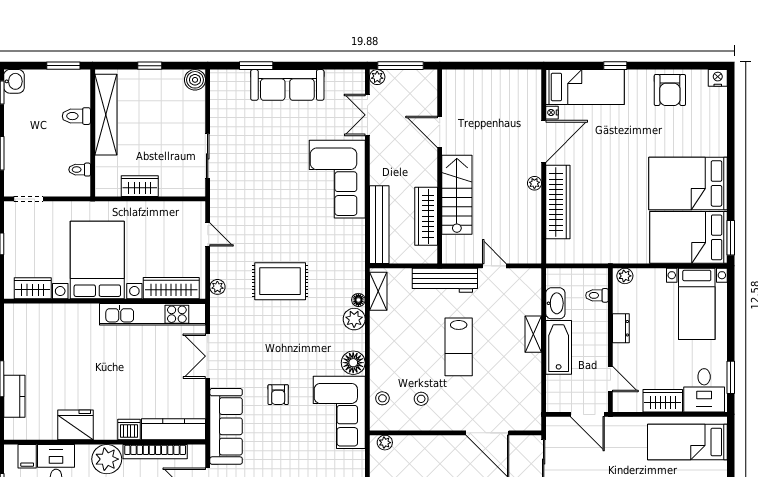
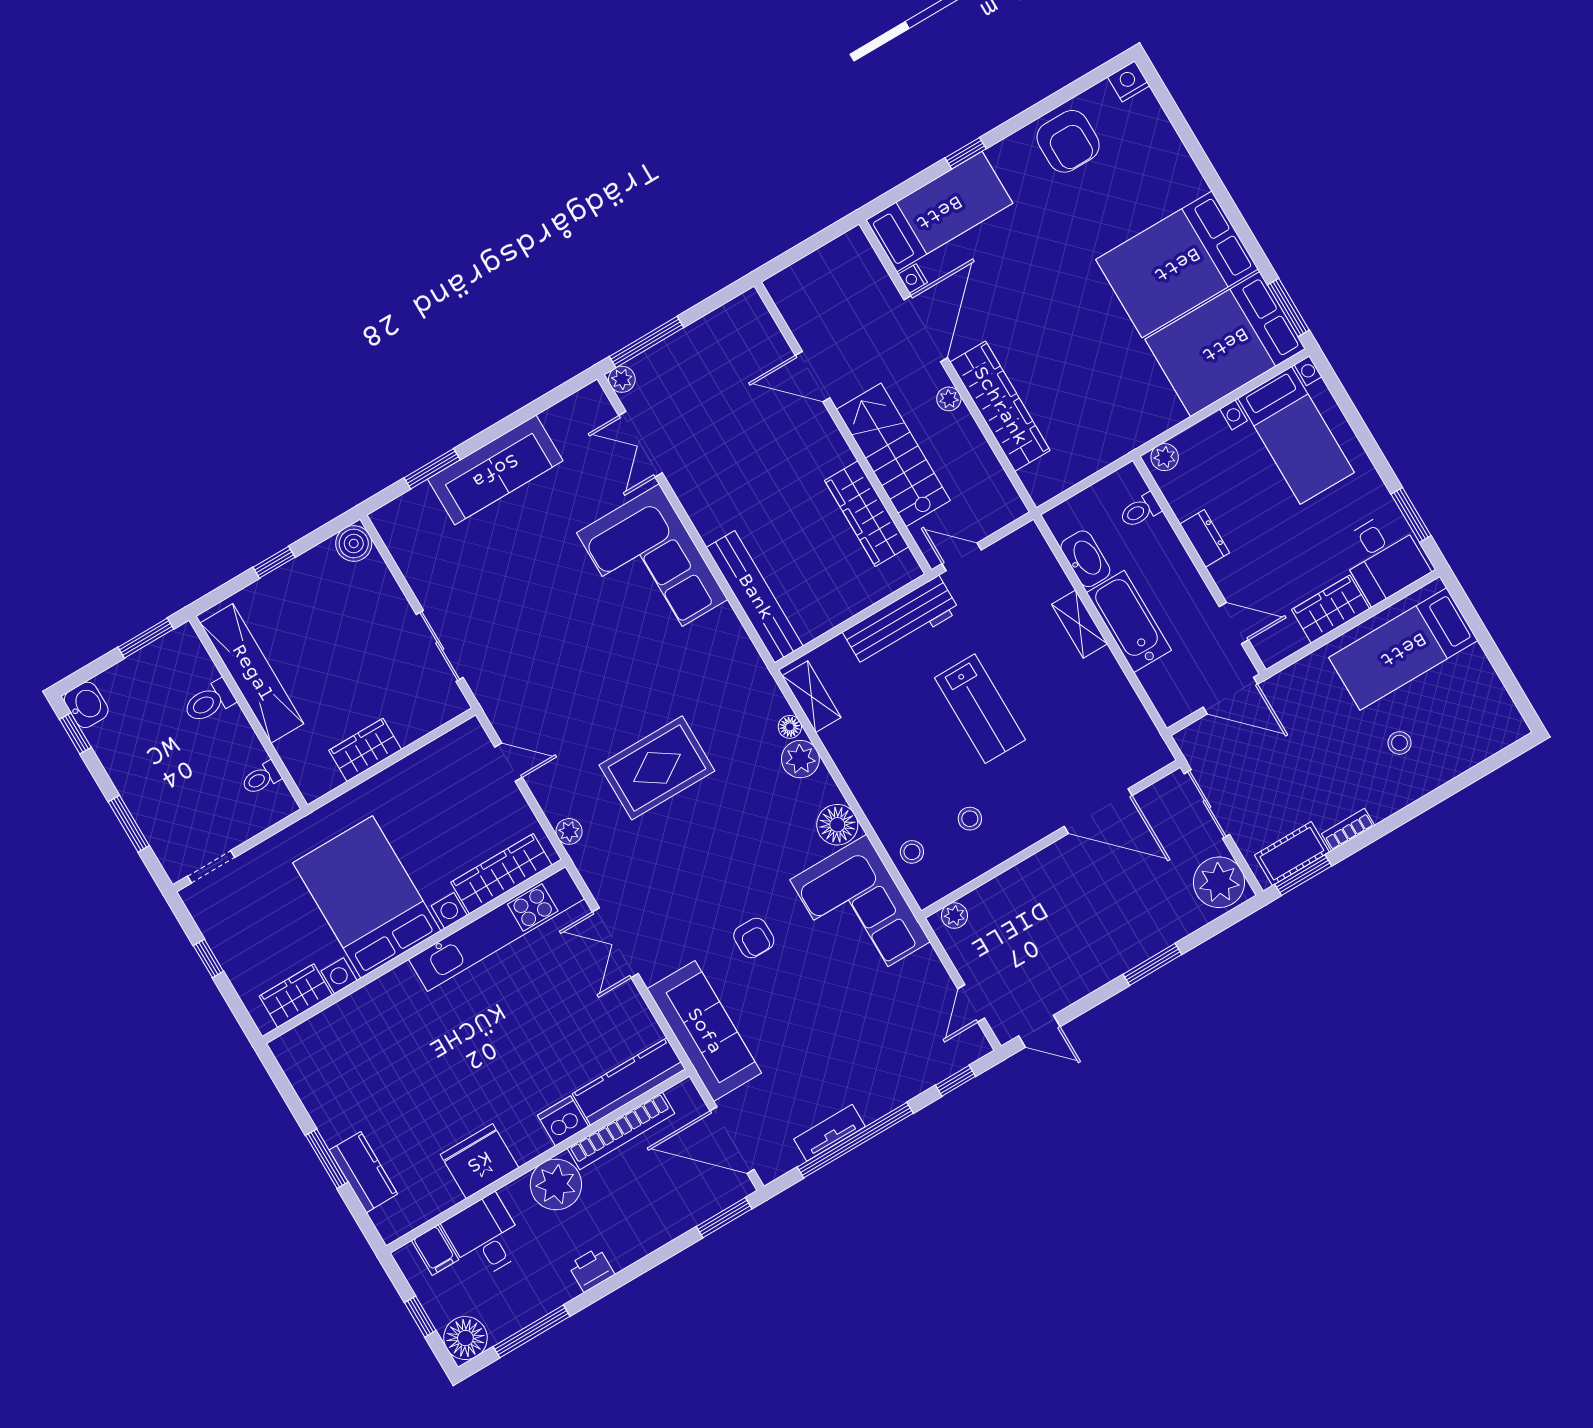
door: (440, 132) -> (813, 377), moved
wall: (440, 166) -> (843, 428), moved
stairs: (457, 195) -> (893, 455), moved
wardrobe: (426, 216) -> (867, 514), moved

